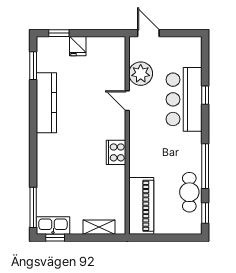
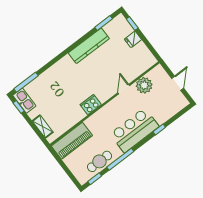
door: (148, 33) -> (178, 83), moved
bar counter: (184, 99) -> (134, 130), moved

